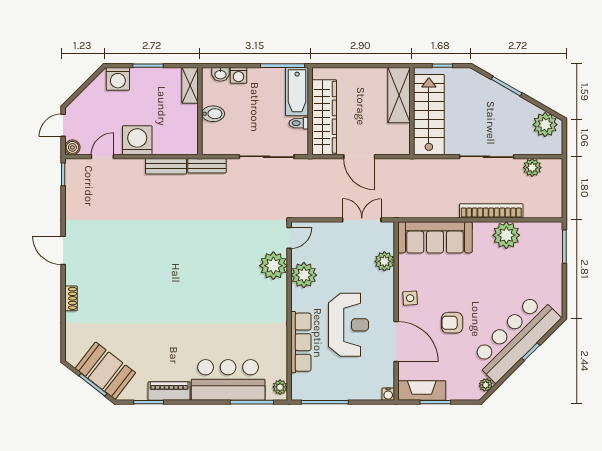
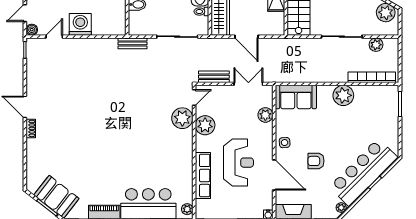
bench: (166, 166) -> (214, 77), moved
bookcase: (491, 211) -> (372, 77), moved
plant: (506, 235) -> (343, 95), moved
sofa: (435, 237) -> (296, 97), width x0.73
shoe rack: (71, 298) -> (31, 128), moved

